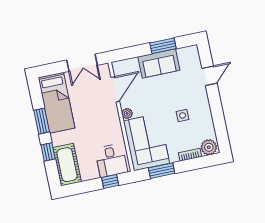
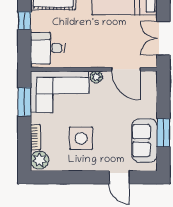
sofa: (159, 63) -> (145, 141), moved
side table: (183, 115) -> (81, 138), width x1.87, depth x1.87
window: (110, 181) -> (24, 21), moved

